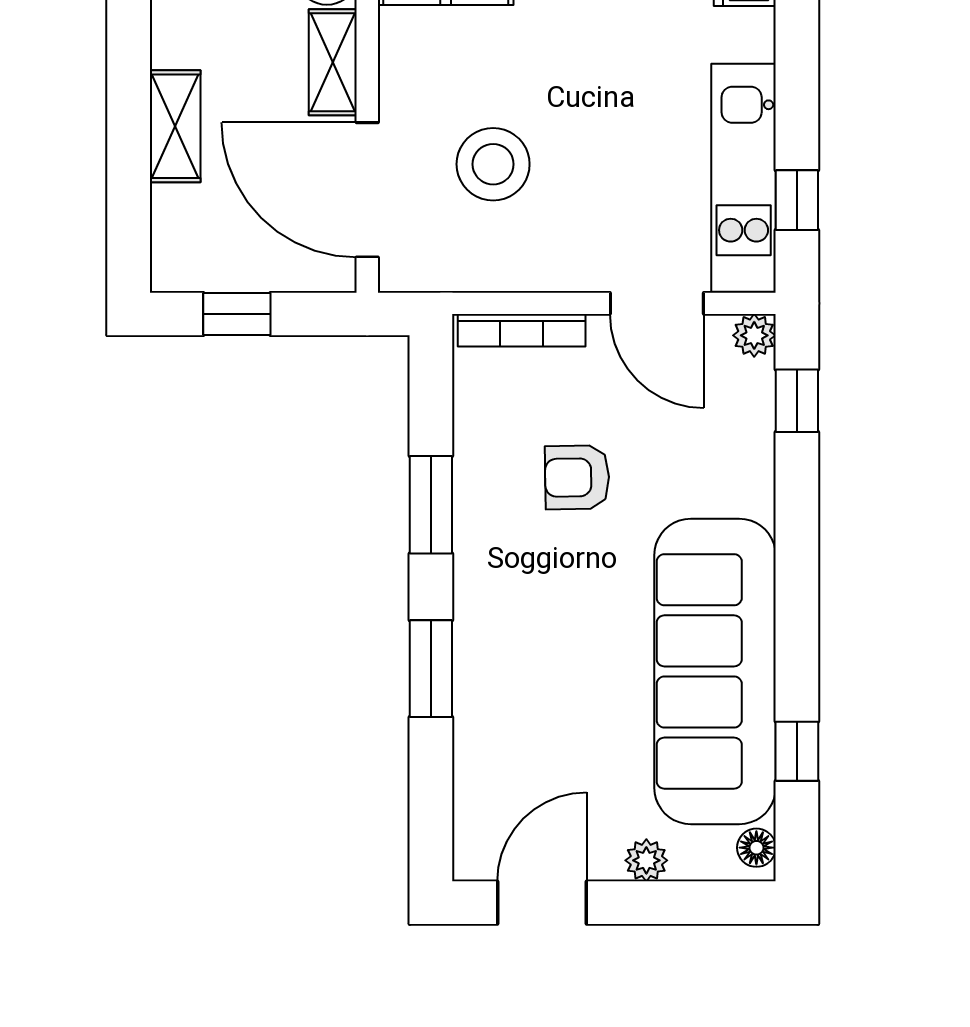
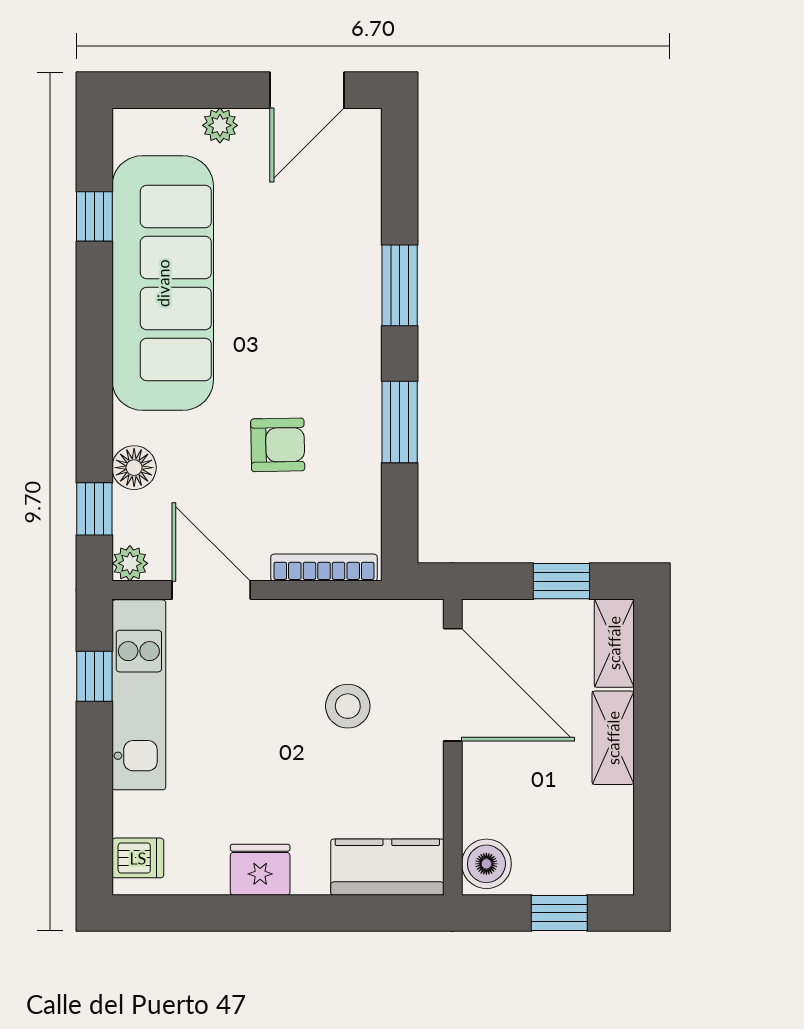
shelving: (333, 62) -> (614, 643), moved
stool: (493, 164) -> (348, 706), width x0.73, depth x0.73
floor lamp: (756, 848) -> (134, 468), moved, width x1.37, depth x1.37

